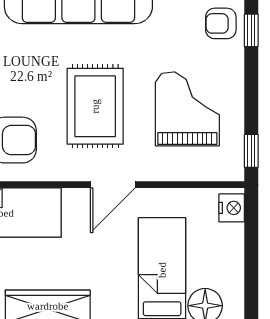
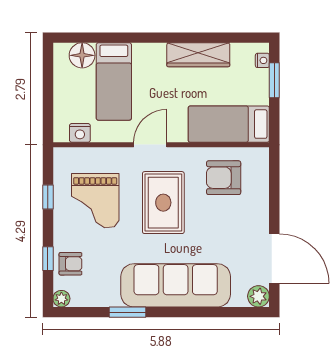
window: (251, 151) -> (48, 197), moved
nightstand: (232, 208) -> (80, 133), moved, turned -90

